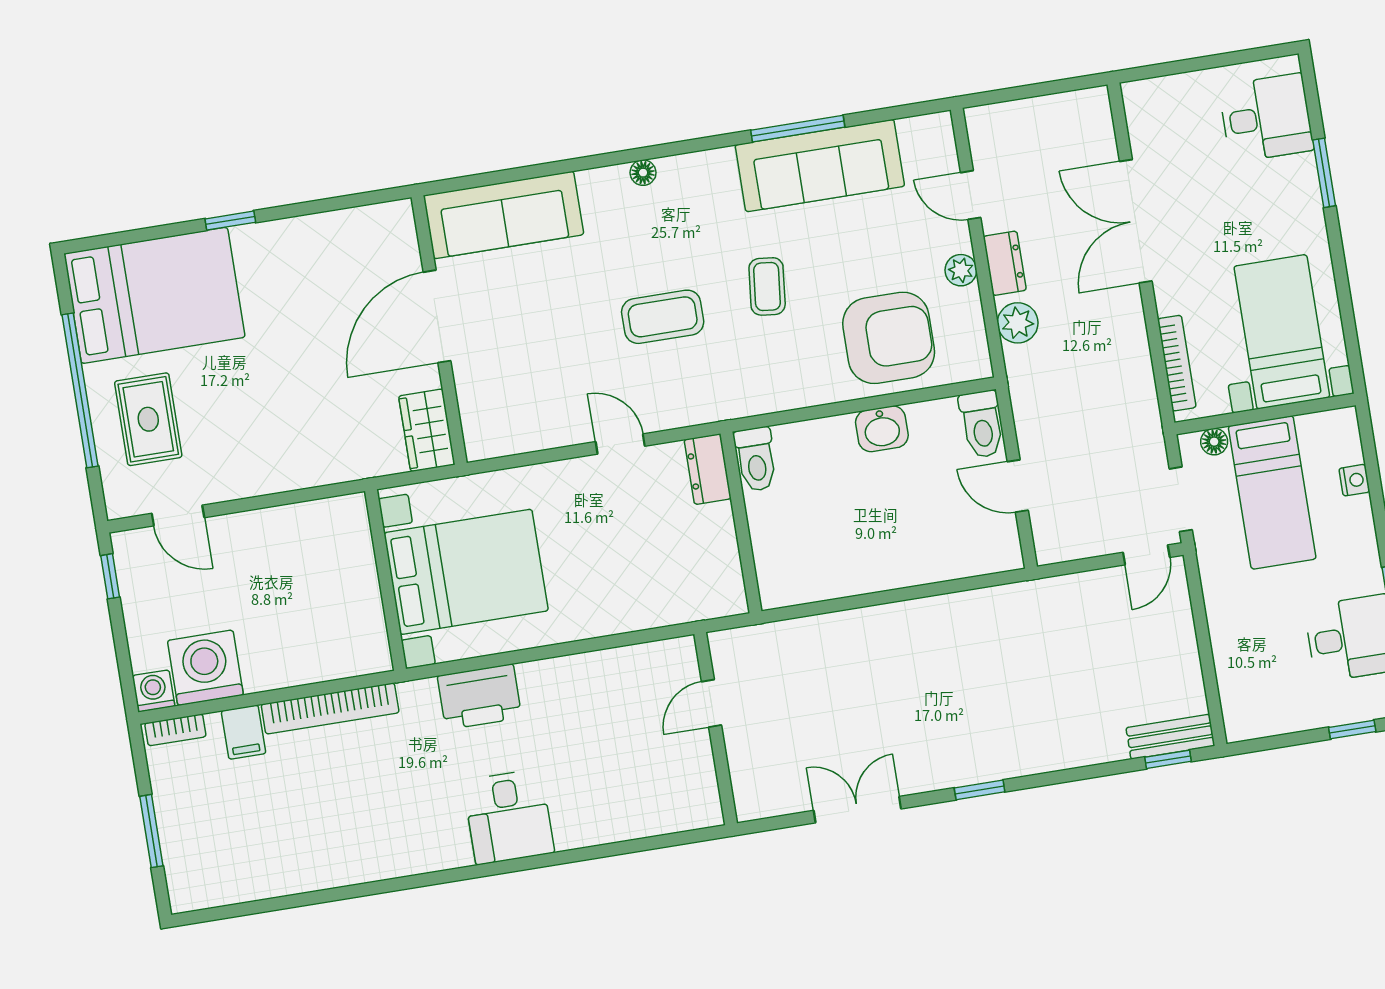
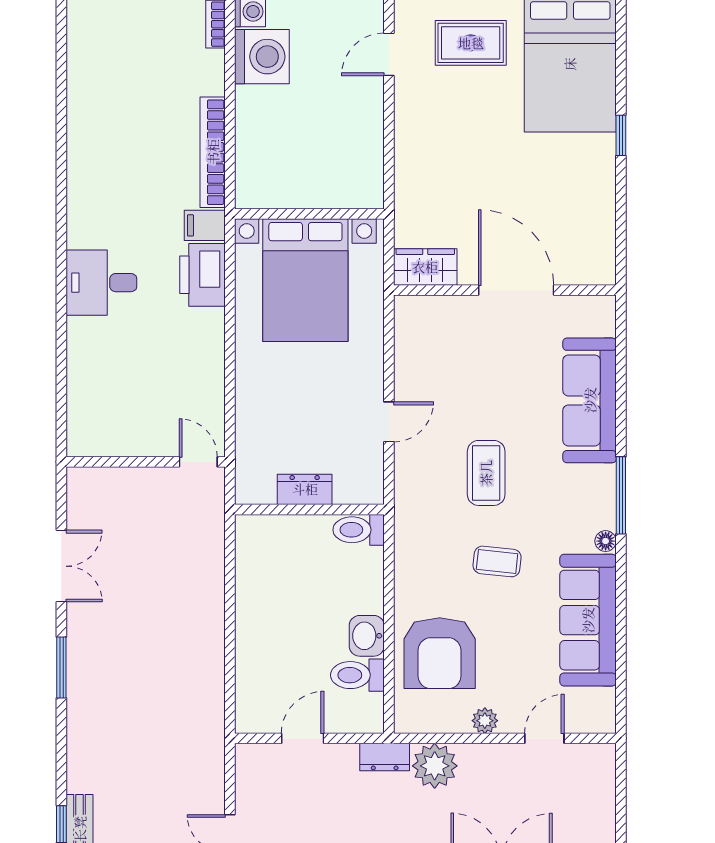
window: (798, 129) -> (621, 495), moved
floor lamp: (643, 173) -> (606, 541), moved
sofa: (504, 215) -> (590, 400), moved
dresser: (1005, 263) -> (385, 757), moved
plant: (1018, 323) -> (435, 766), width x1.36, depth x1.36
toilet: (982, 424) -> (357, 675), moved
dresser: (708, 469) -> (305, 489), moved
door: (712, 703) -> (198, 462), moved
filing cabinet: (244, 732) -> (205, 225), moved
window: (980, 790) -> (61, 668), width x1.50

